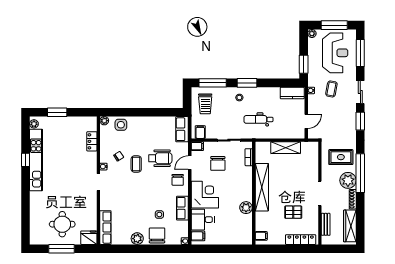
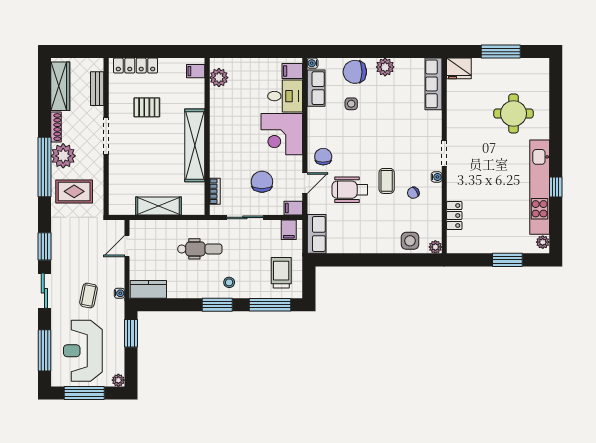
row of seats: (182, 208) -> (316, 88), moved
plant: (246, 208) -> (219, 78), moved
round table: (62, 224) -> (513, 114), moved
chair: (157, 235) -> (355, 72), turned 90

